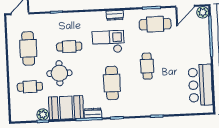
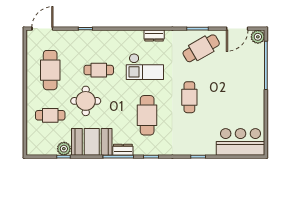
cafe table: (155, 24) -> (201, 48), turned -30
checkout: (108, 42) -> (145, 67), turned 180
bar counter: (200, 85) -> (241, 142), moved, turned 90

